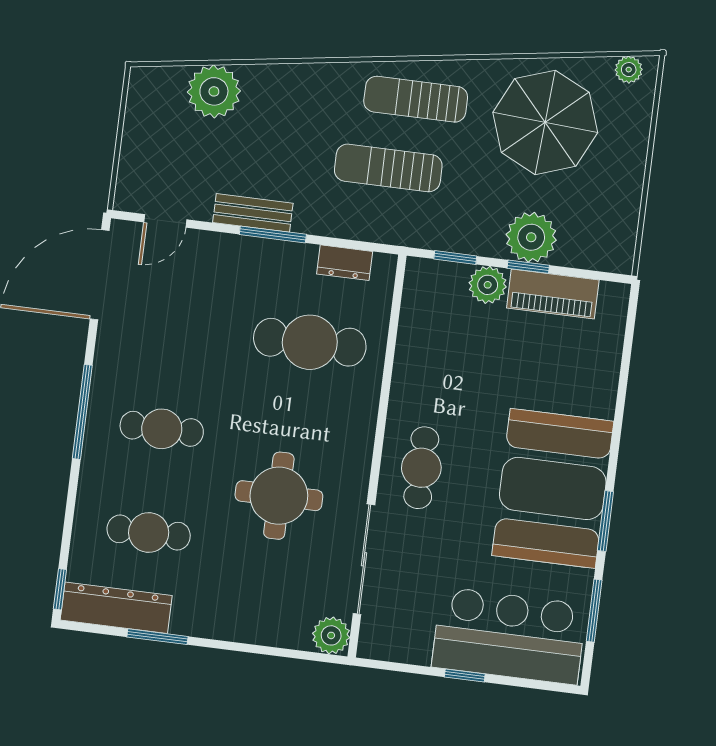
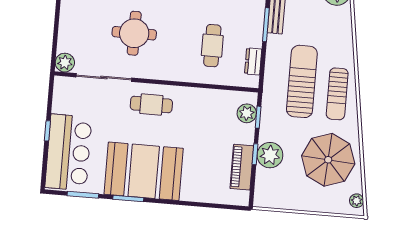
sun lounger: (416, 99) -> (337, 94), turned 180
sun lounger: (388, 168) -> (302, 81), width x1.36, depth x1.34
plant: (488, 285) -> (247, 113), moved
cafe table: (310, 342) -> (212, 46), width x0.73, depth x0.74

